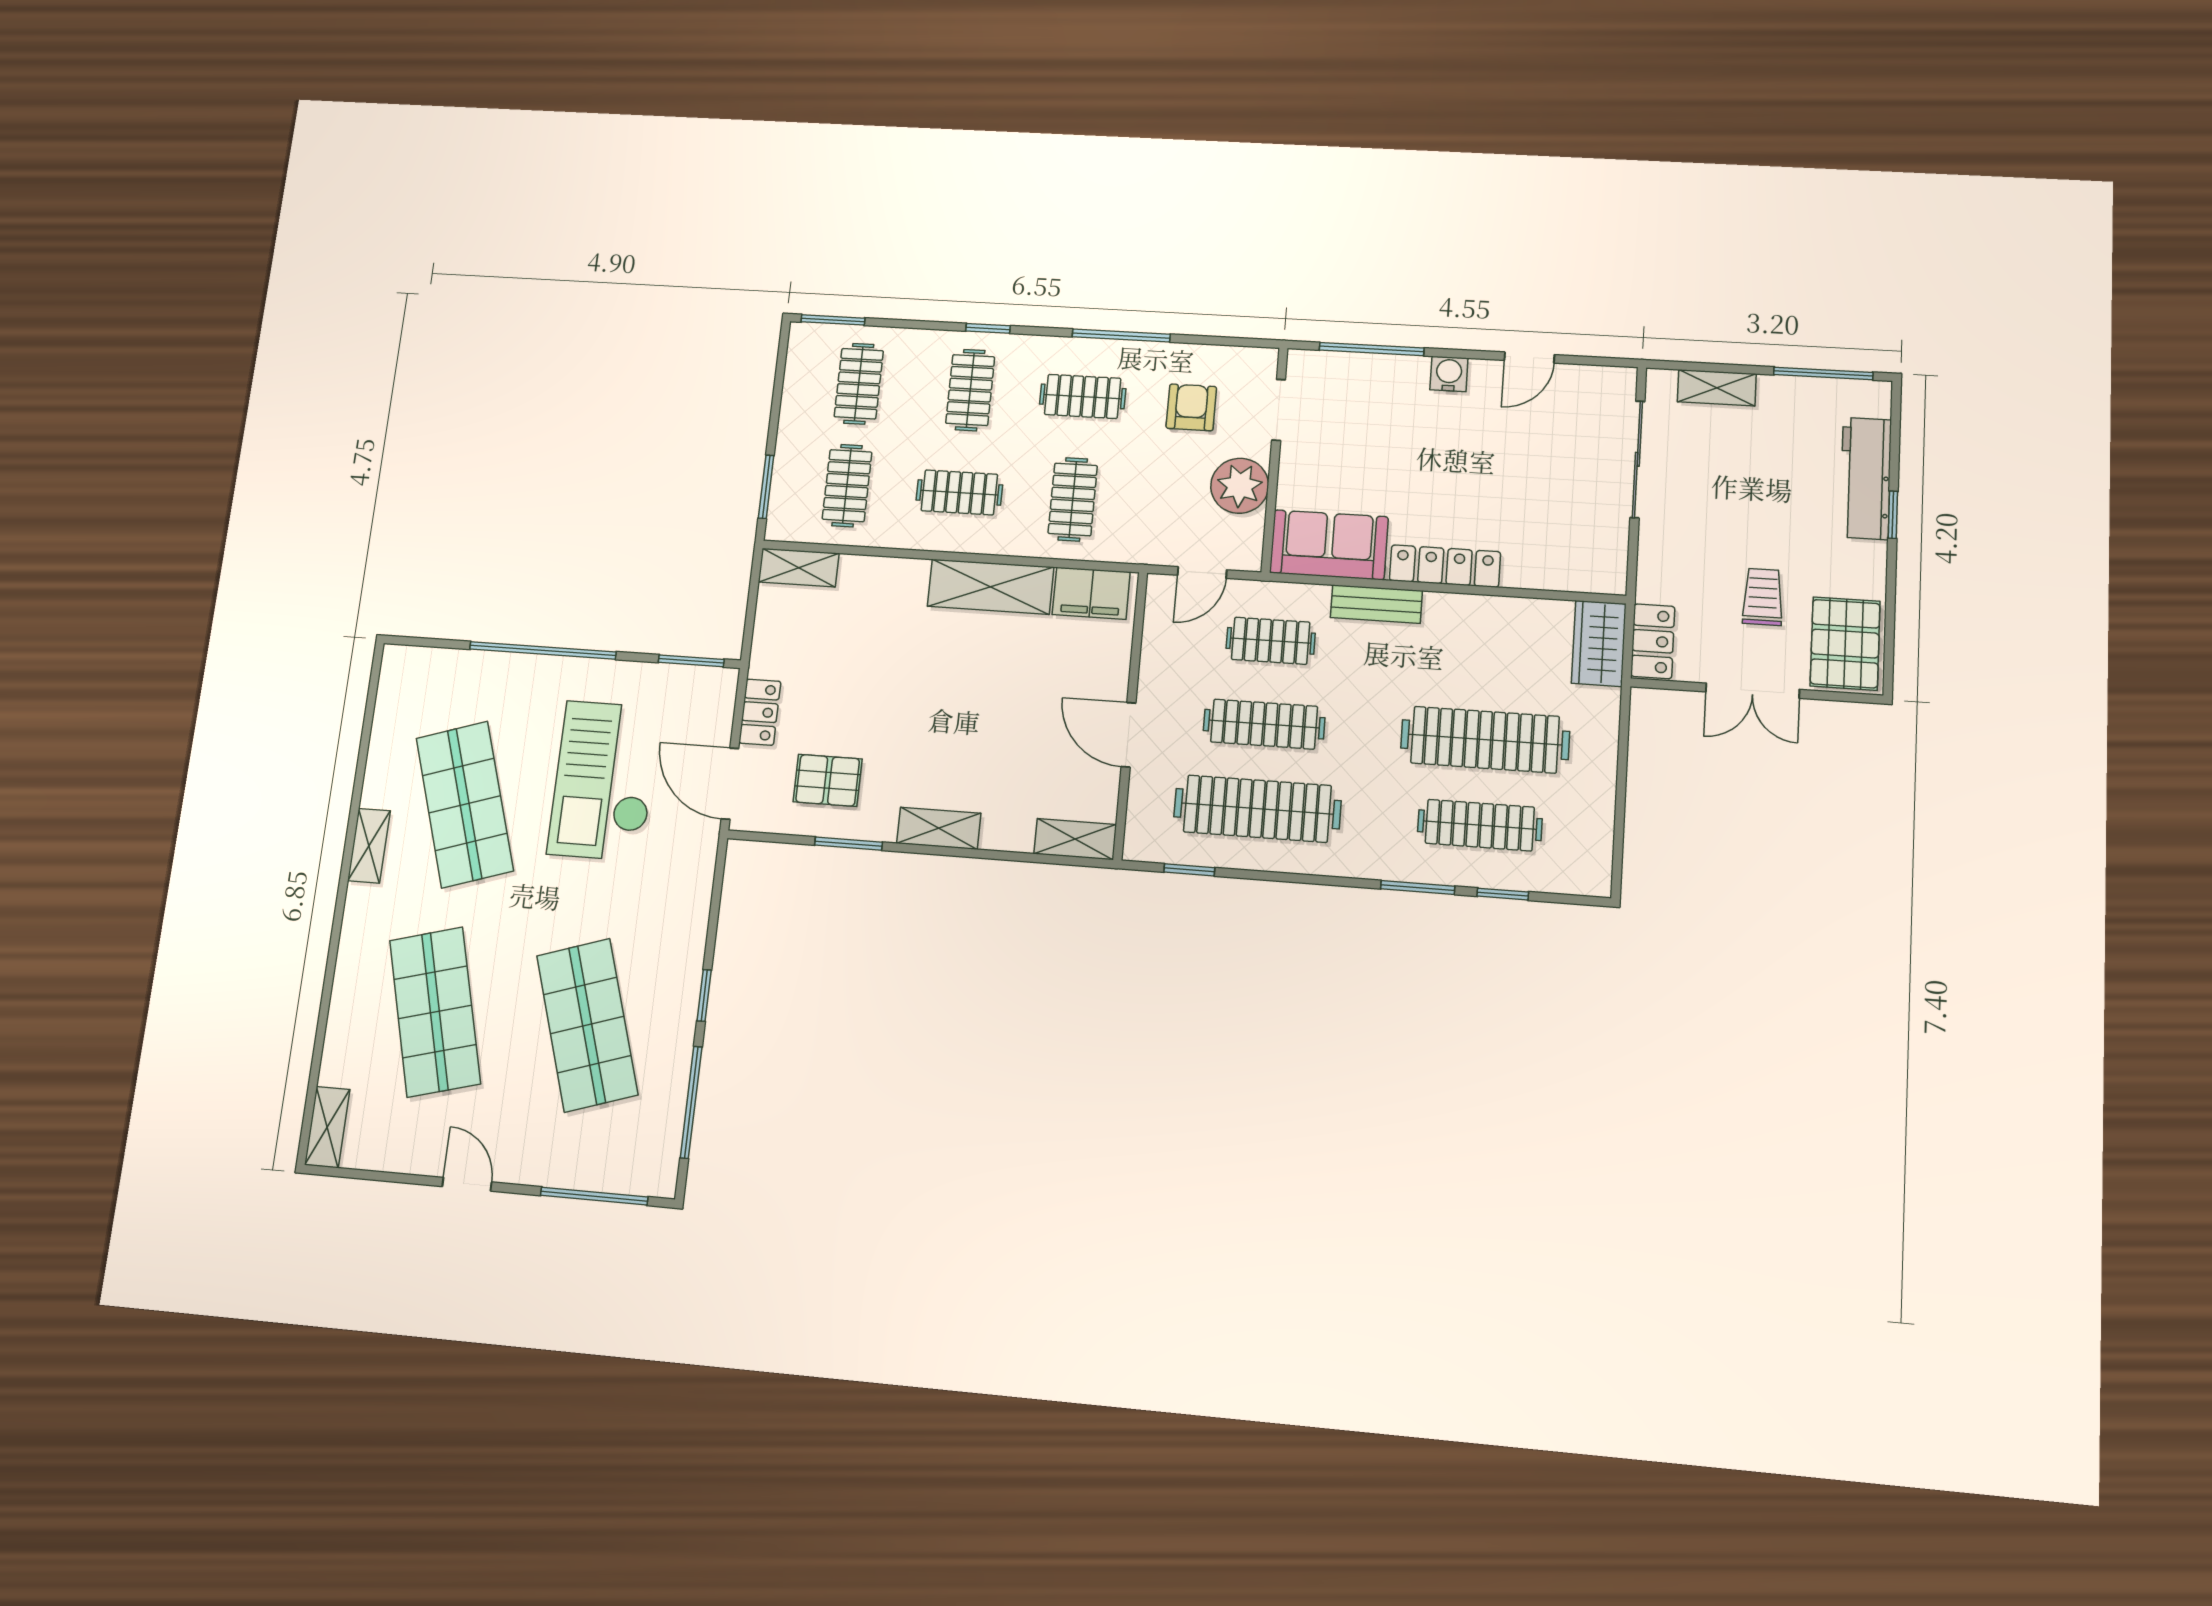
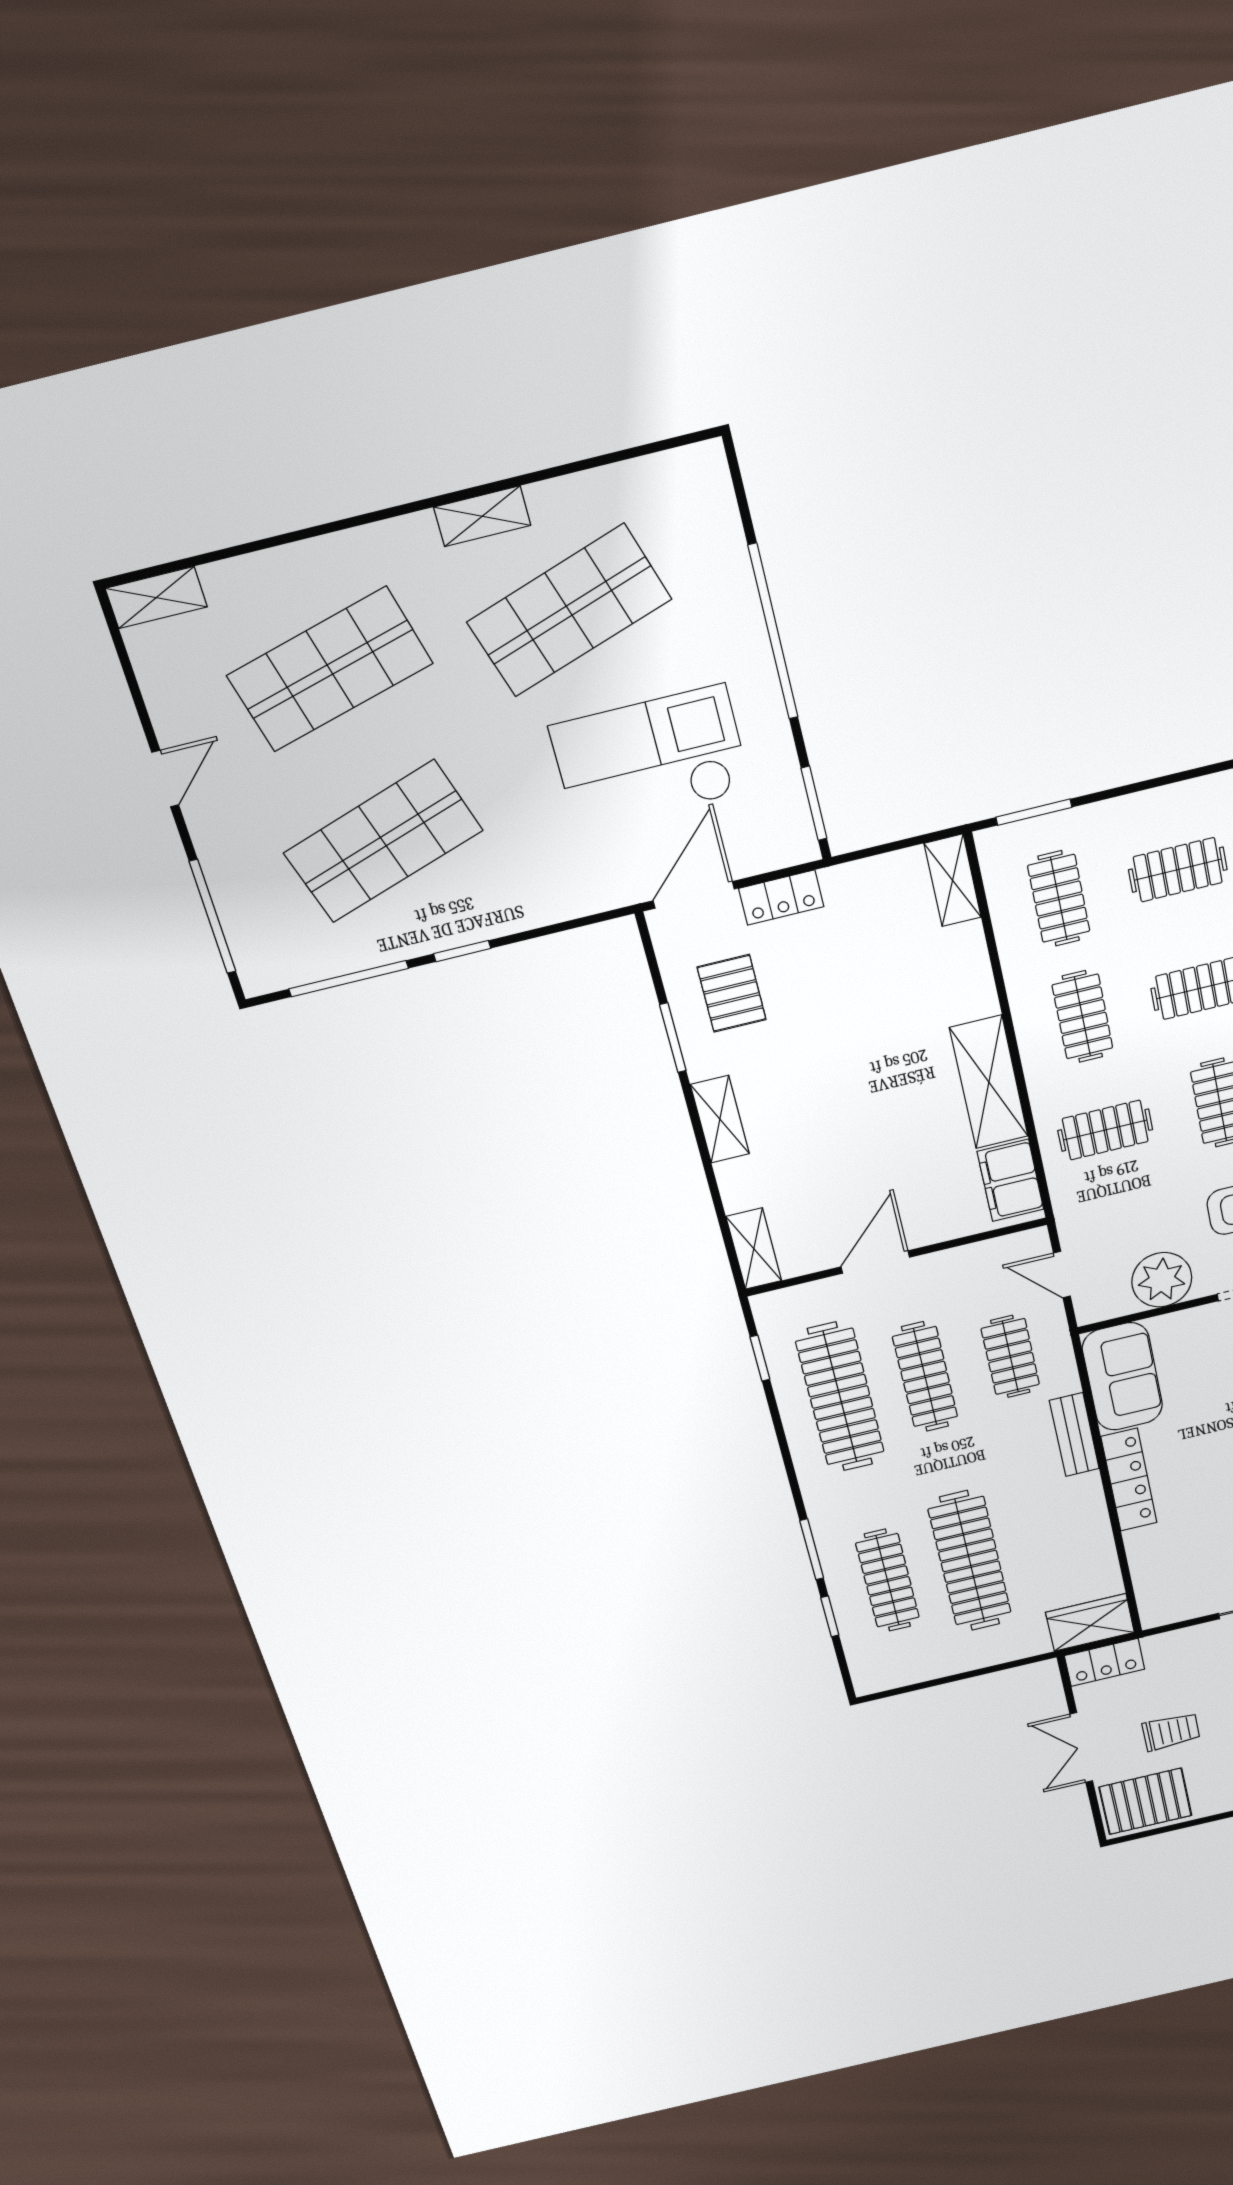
clothes rail: (847, 486) -> (1059, 898), turned 90

